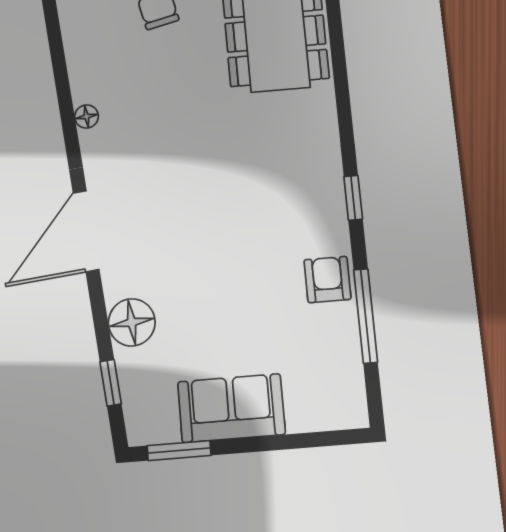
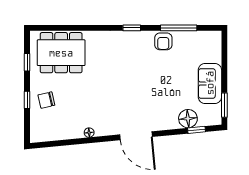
armchair: (328, 279) -> (163, 41), turned -90
floor lamp: (132, 322) -> (188, 119), moved

